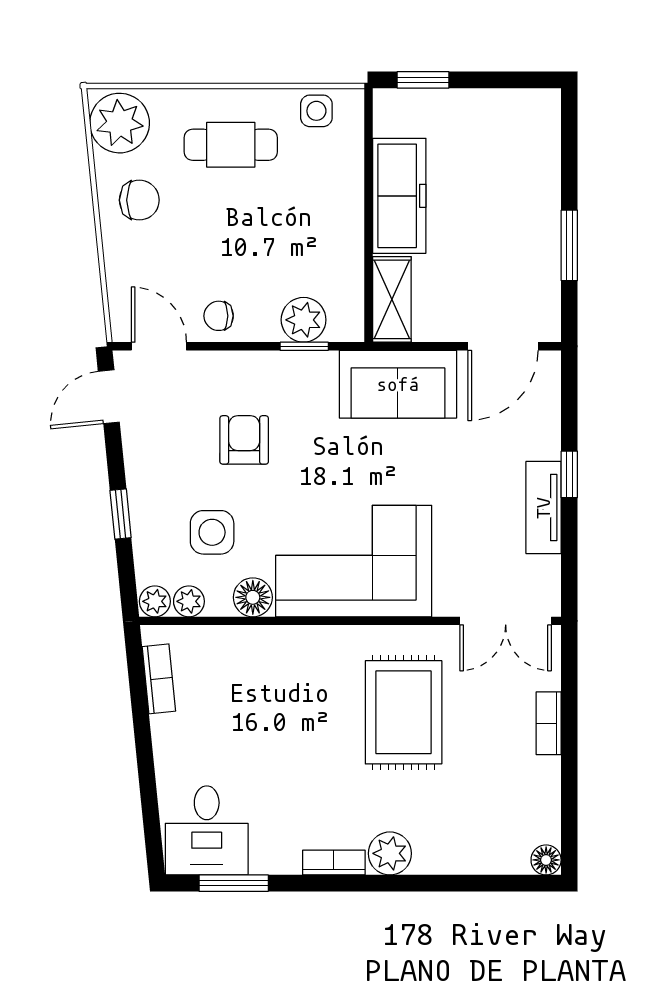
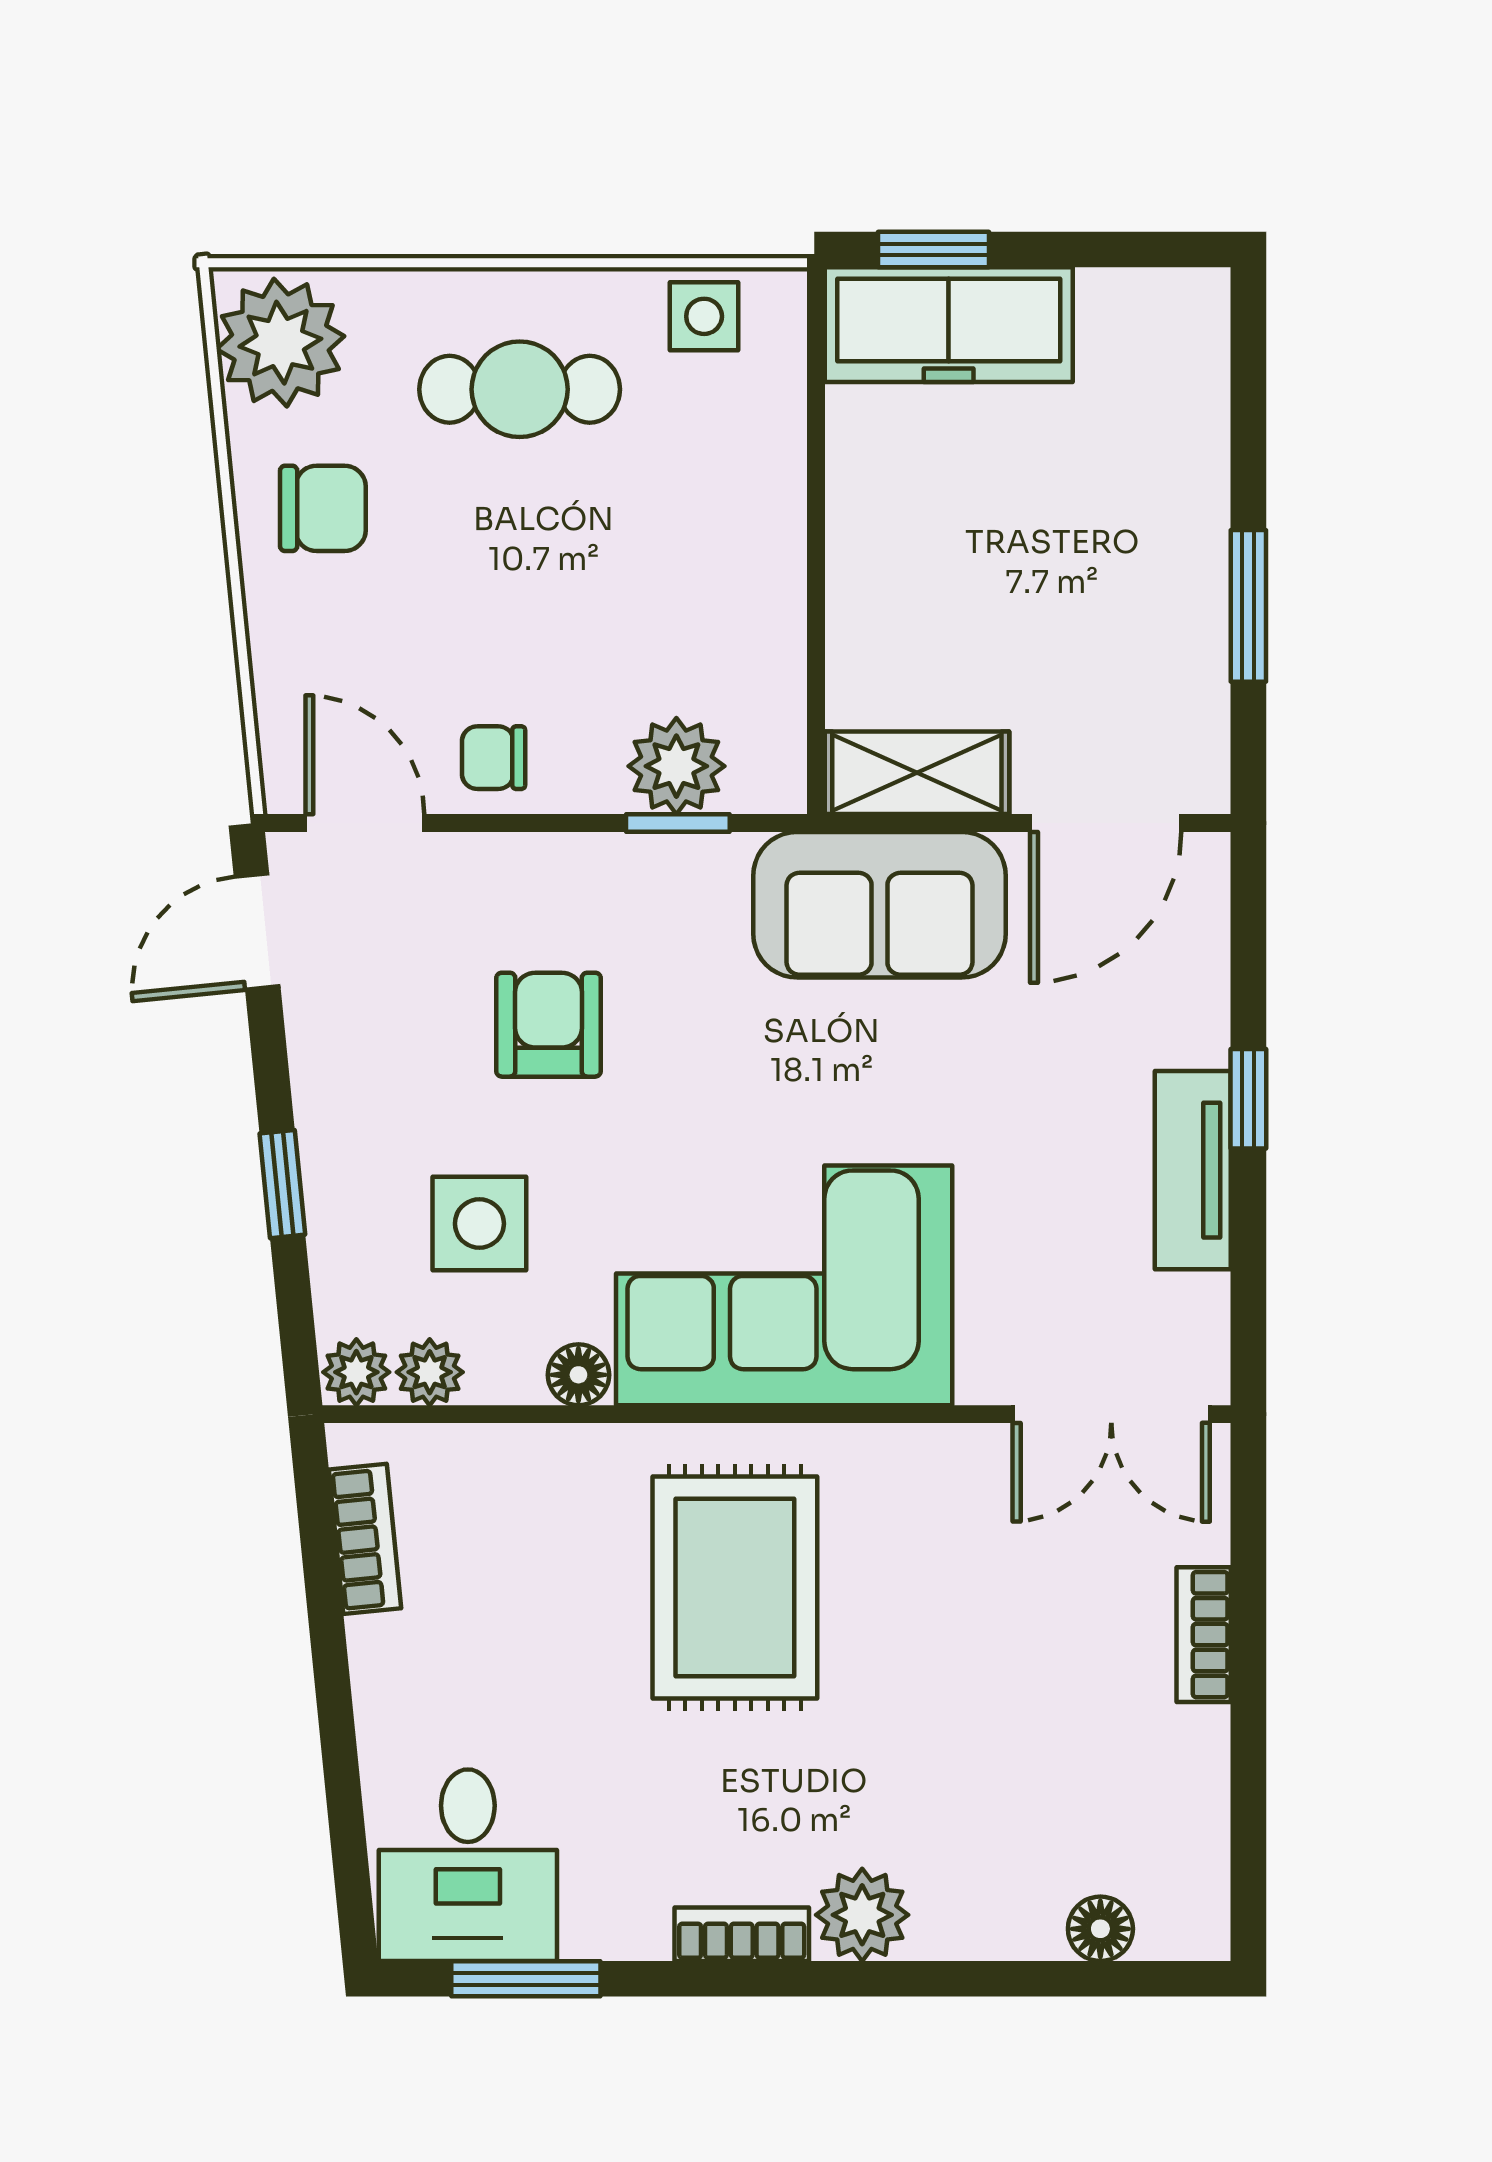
freezer: (399, 196) -> (949, 325), moved, turned 90
shelving: (392, 299) -> (917, 773), moved, turned 90
floor lamp: (253, 597) -> (578, 1375), width x0.73, depth x0.73
rug: (404, 712) -> (735, 1587), moved
floor lamp: (546, 860) -> (1100, 1929), moved

